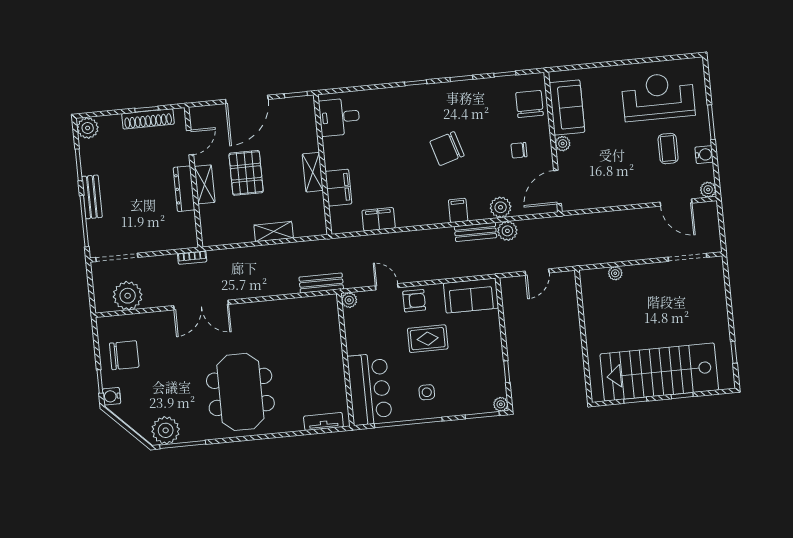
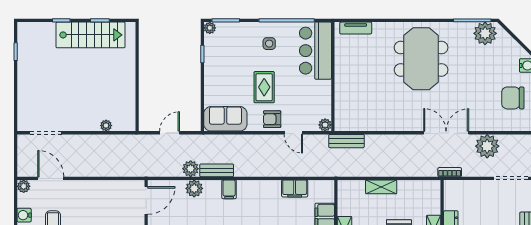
plant: (128, 296) -> (487, 146), moved
rug: (428, 339) -> (264, 87), turned 90
stairs: (659, 372) -> (91, 35), width x0.73, depth x0.66

